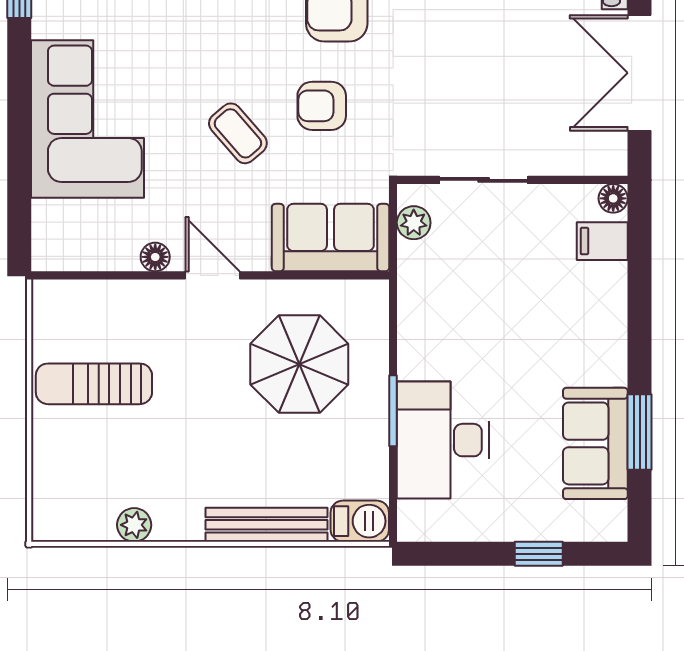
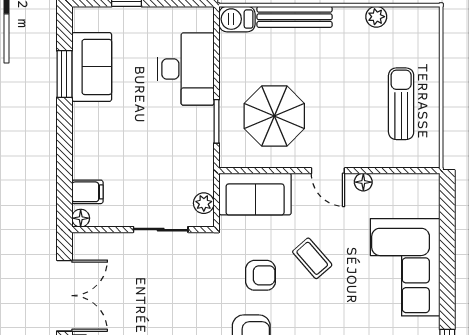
sun lounger: (94, 384) -> (401, 104), turned -90
window: (393, 411) -> (217, 121), moved

